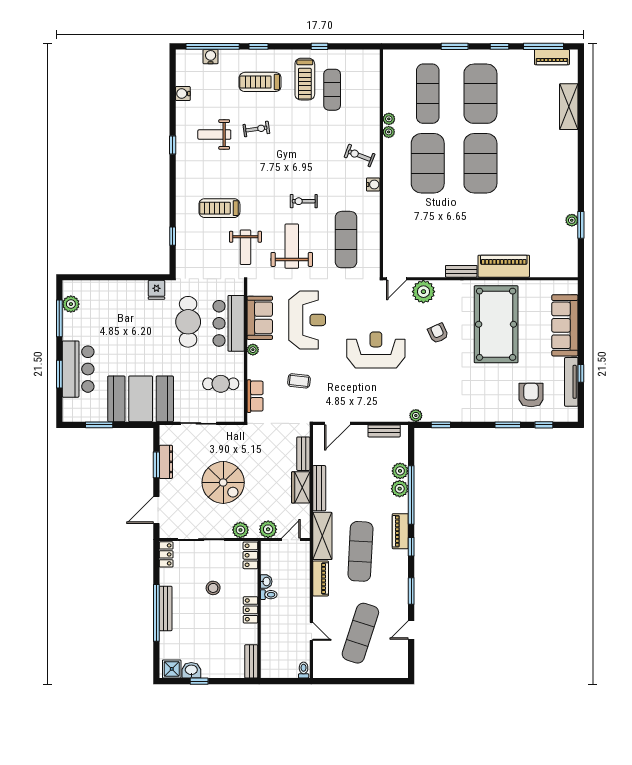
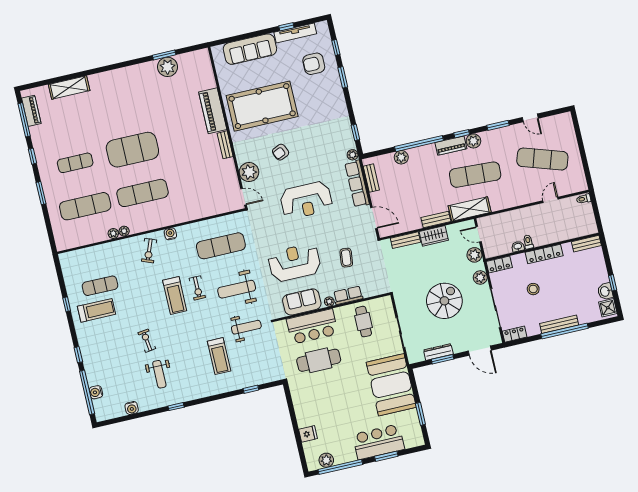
treadmill: (260, 82) -> (175, 295), moved
exercise mat: (480, 94) -> (75, 163), width x0.50, depth x0.69
exercise mat: (428, 163) -> (142, 193), width x0.68
plant: (572, 220) -> (168, 67), width x1.88, depth x1.88
fridge: (156, 290) -> (308, 434), moved
window: (59, 318) -> (340, 467), width x1.46
reception desk: (376, 350) -> (306, 200), turned -90
row of seats: (255, 396) -> (348, 295), moved
row of seats: (381, 413) -> (357, 184), added
bench: (319, 488) -> (436, 219), width x0.73
plant: (400, 489) -> (473, 141), moved
piano: (321, 578) -> (505, 202), removed
locker: (251, 610) -> (544, 254), width x1.53

